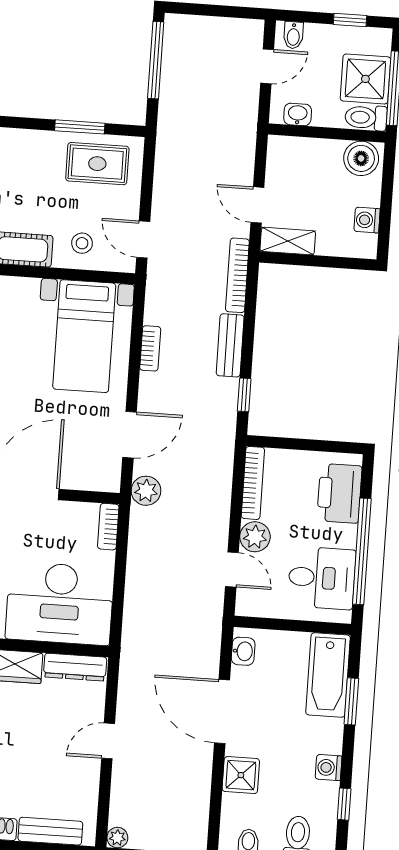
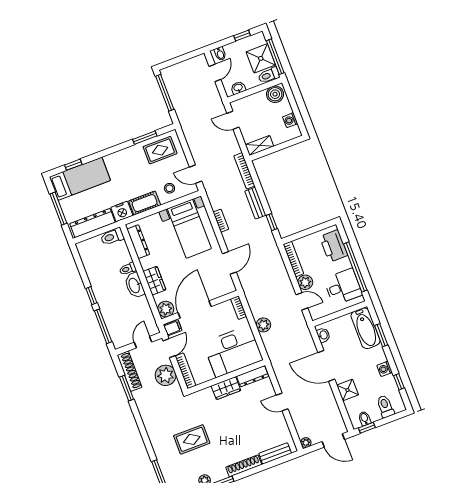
door: (257, 205) -> (233, 120), moved
plant: (146, 491) -> (263, 325), moved
door: (108, 741) -> (282, 402), hinge flipped

